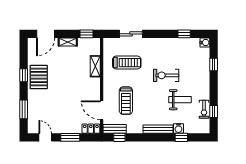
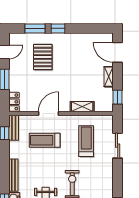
treadmill: (127, 63) -> (86, 141), turned 180
window: (24, 75) -> (58, 28), moved
pallet: (39, 77) -> (43, 57), moved, turned 90
door: (102, 110) -> (48, 114), moved

